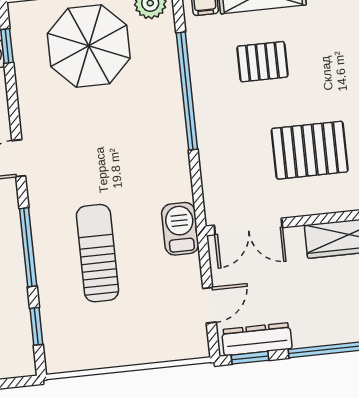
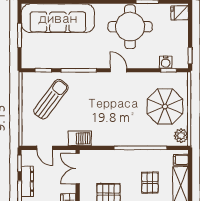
sun lounger: (97, 253) -> (51, 99), moved, turned -53
dresser: (257, 339) -> (27, 181), moved

